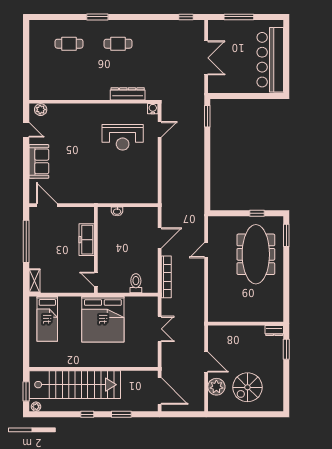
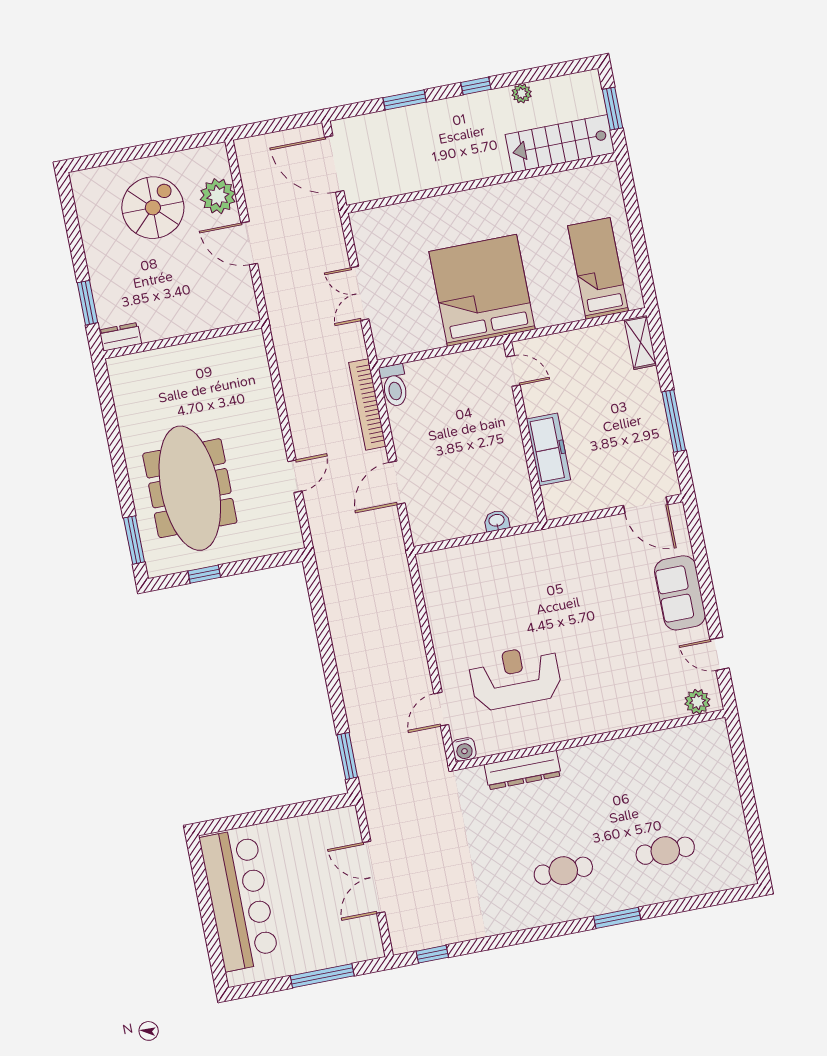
window: (26, 241) -> (674, 421), width x0.68
toilet: (136, 283) -> (394, 385), moved
stairs: (75, 385) -> (560, 144), width x0.54, depth x0.66
plant: (36, 407) -> (522, 93), moved

